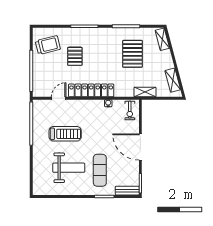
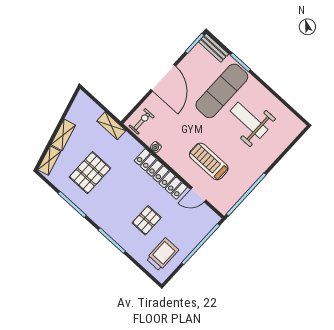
trolley: (48, 45) -> (162, 254), turned 104
shelving: (173, 80) -> (63, 135), moved
treadmill: (65, 134) -> (209, 161), moved
exercise mat: (100, 170) -> (222, 91), width x1.36, depth x1.45

